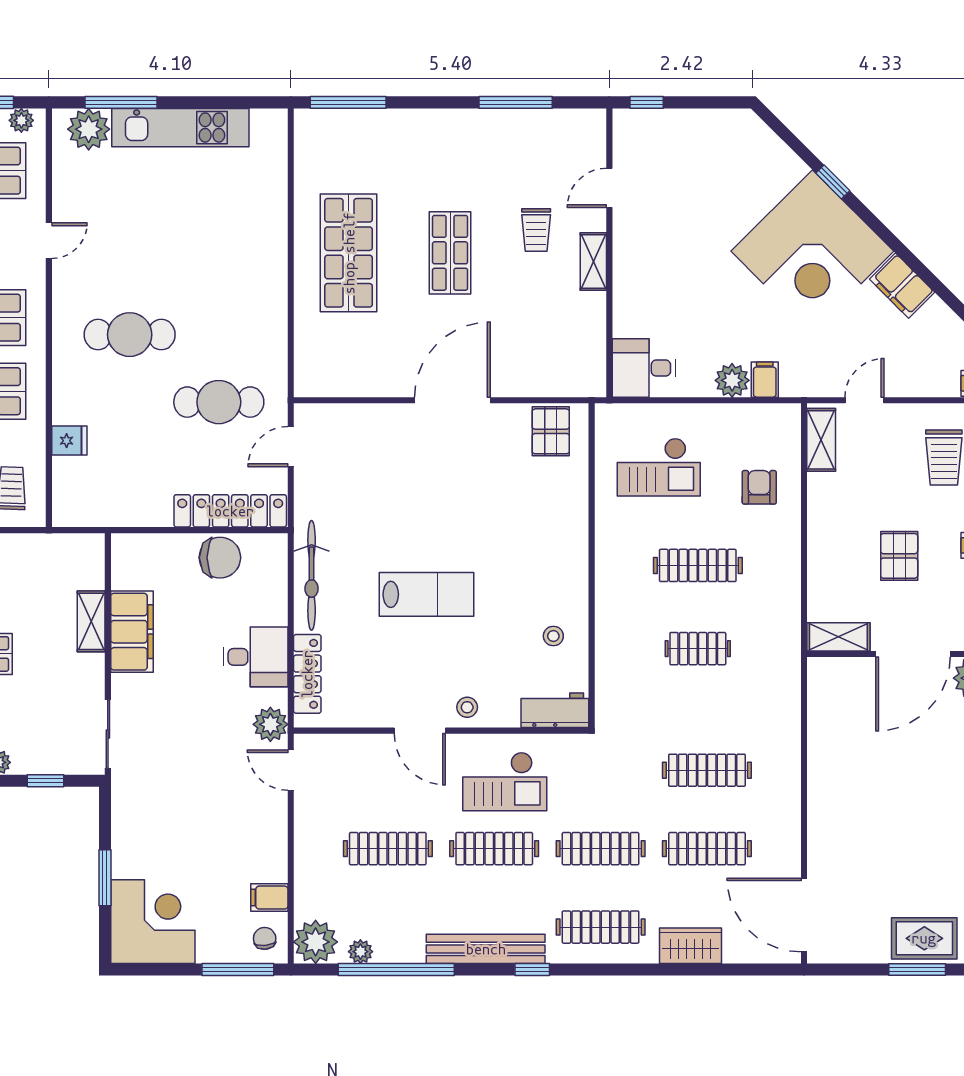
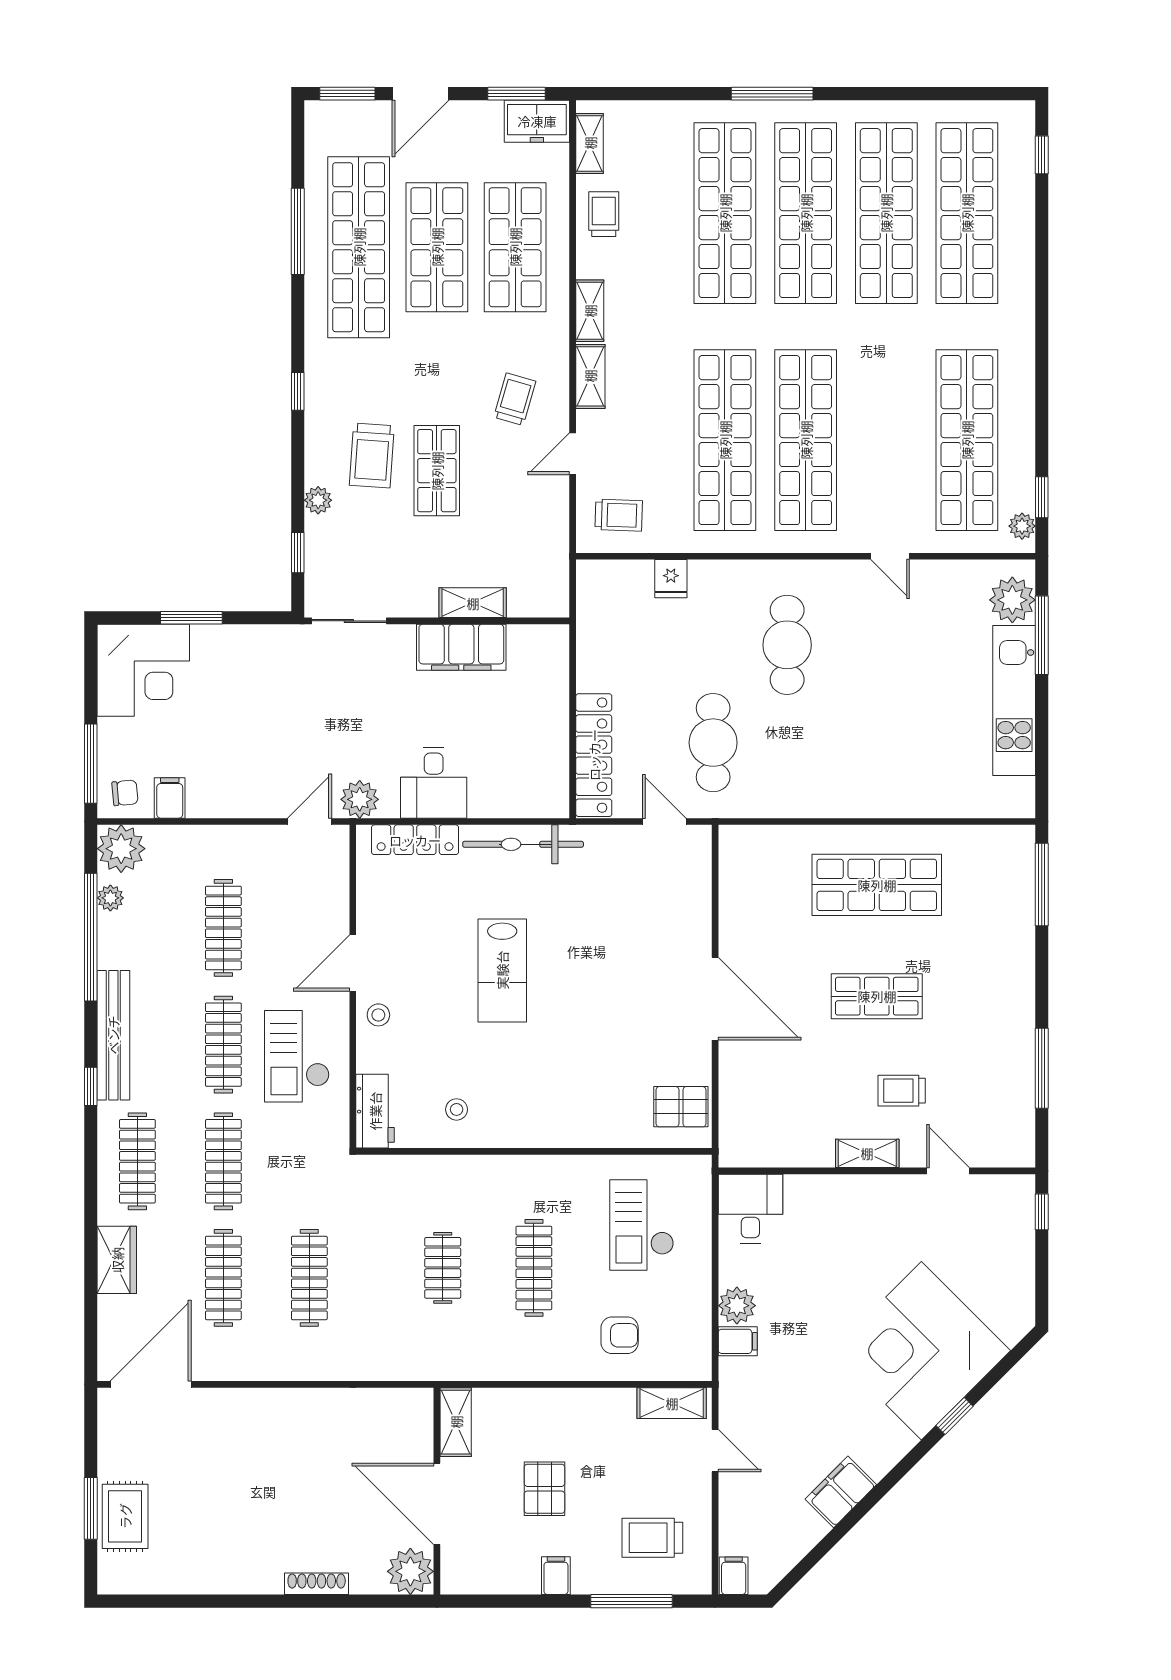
corner desk: (812, 251) -> (921, 1351), moved
pallet: (899, 556) -> (544, 1489), turned 90
chair: (220, 558) -> (543, 744), removed

